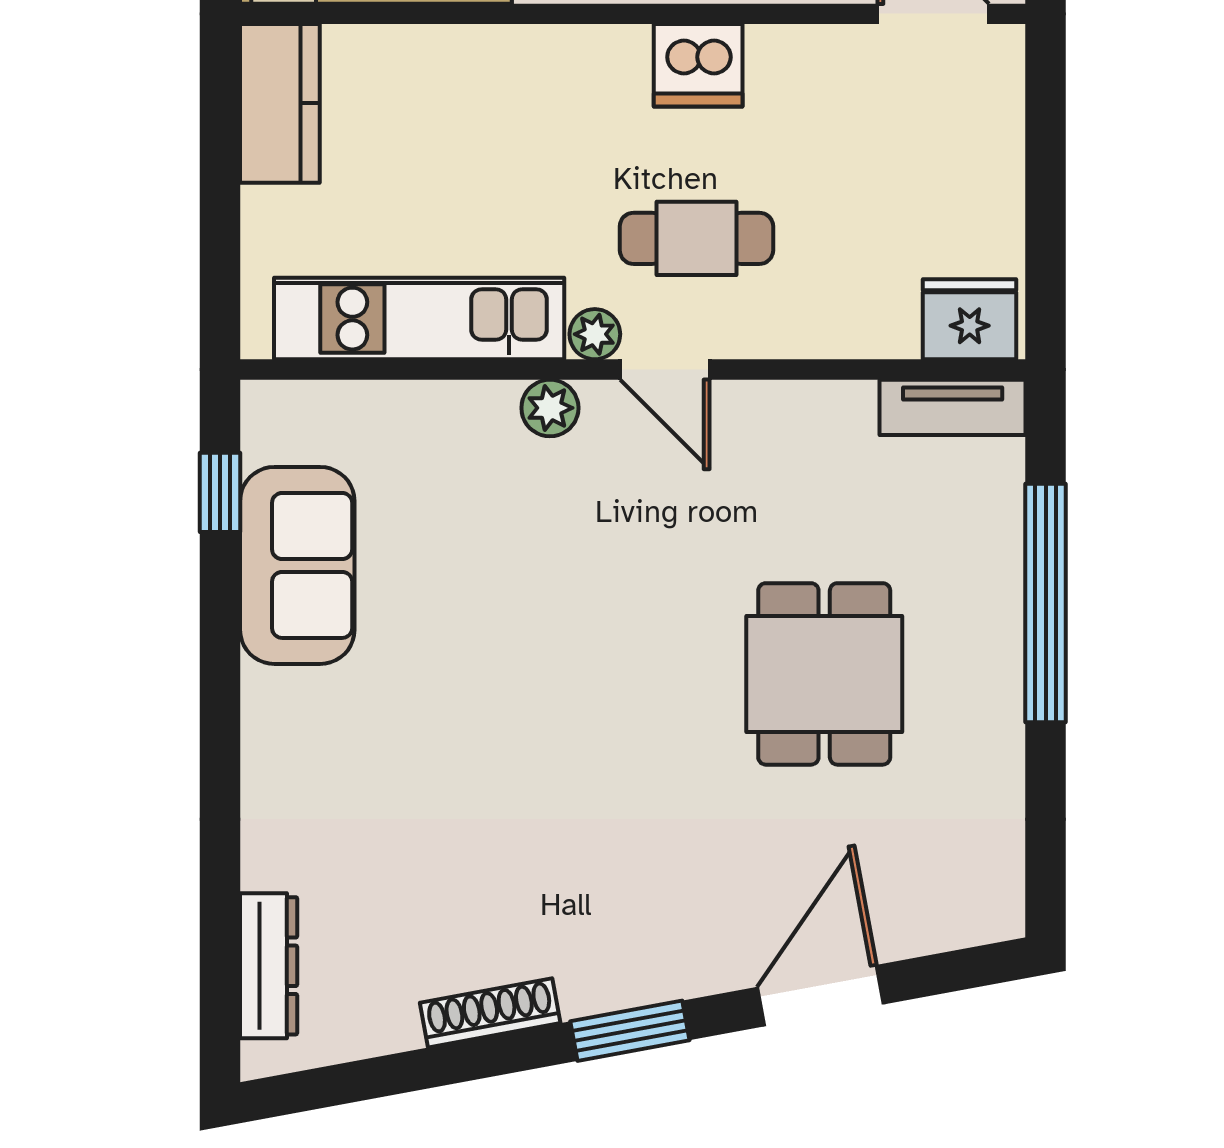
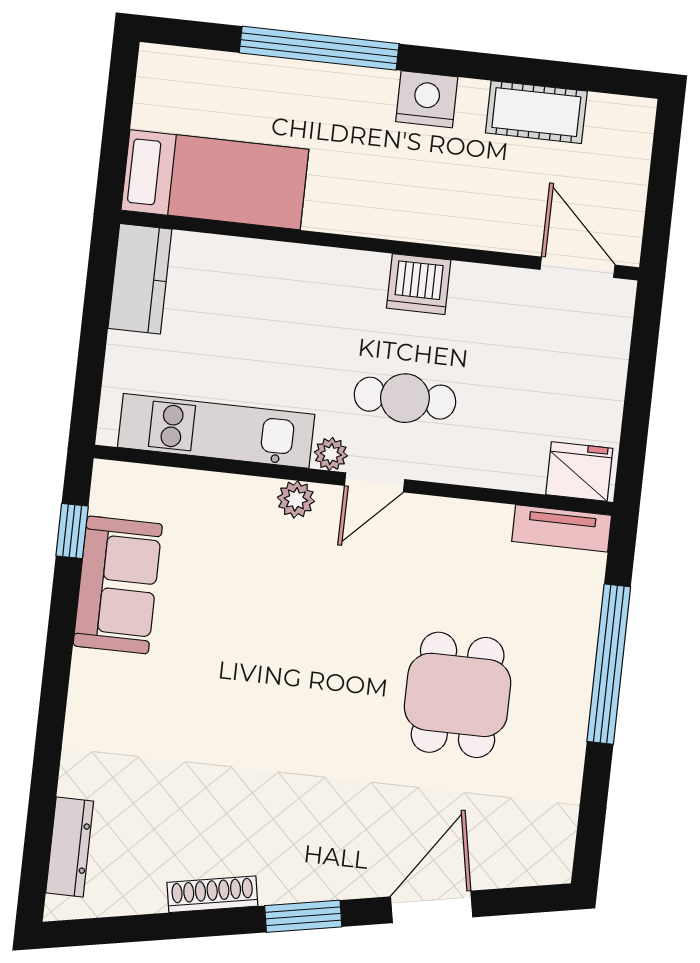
door: (665, 370) -> (375, 482), hinge flipped

